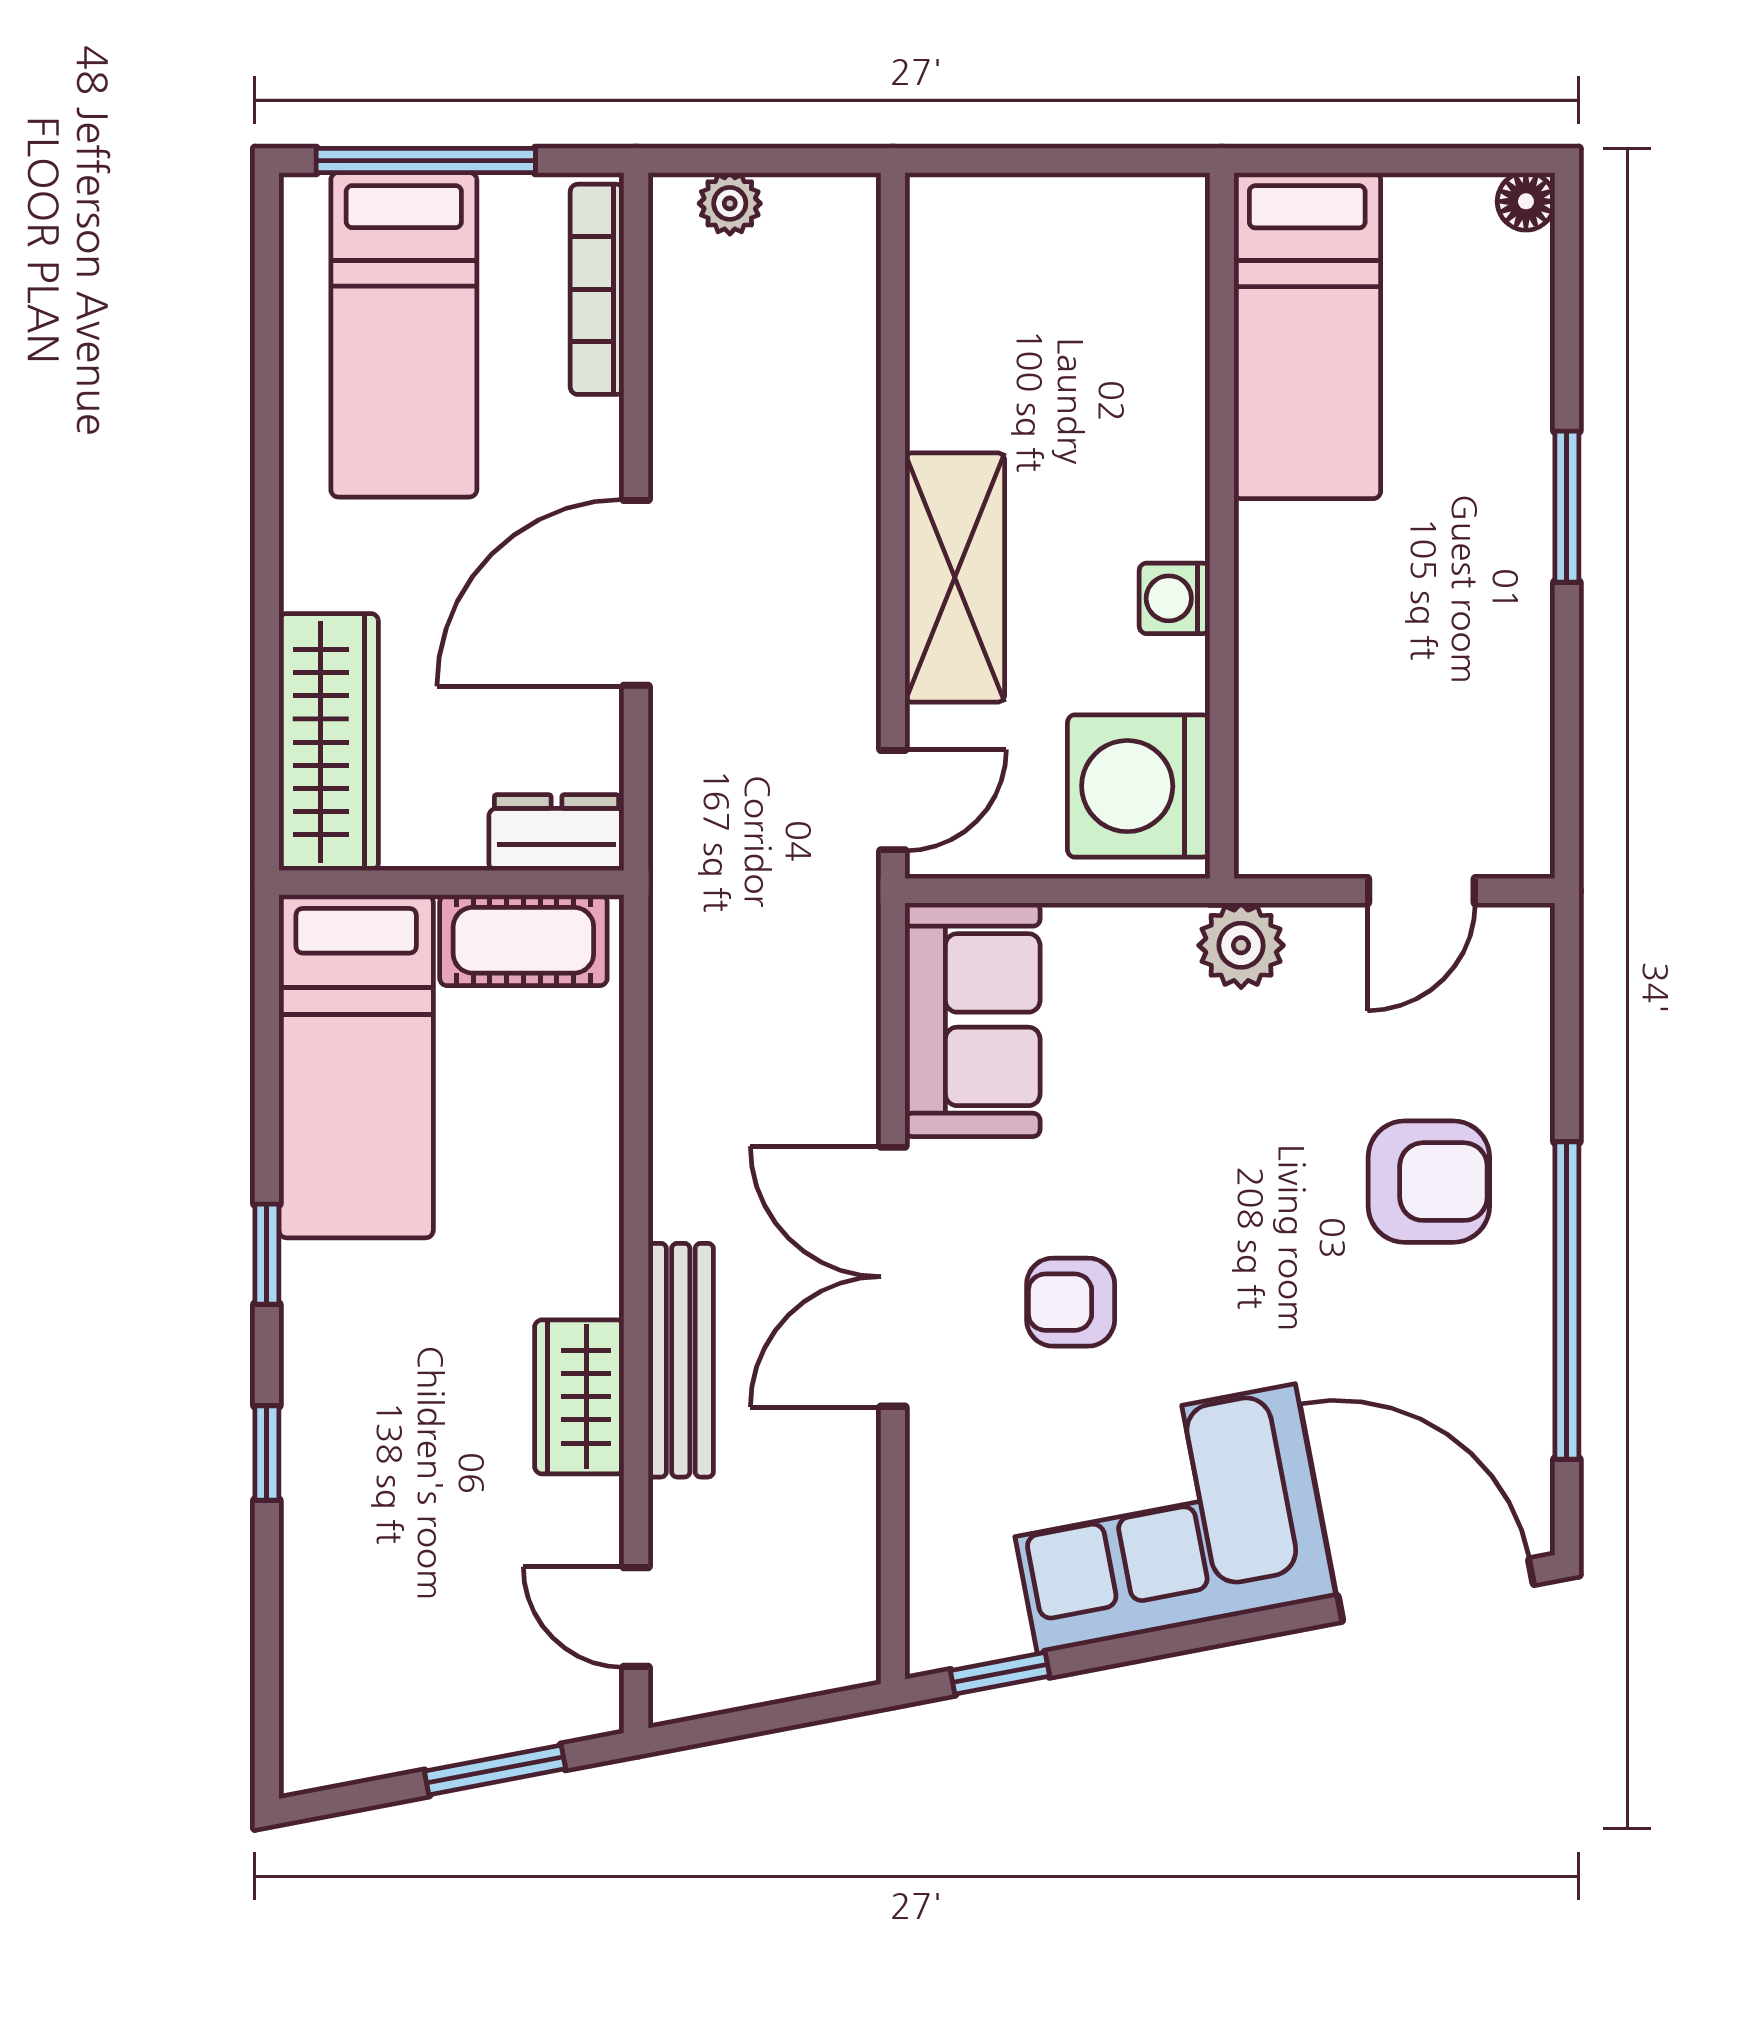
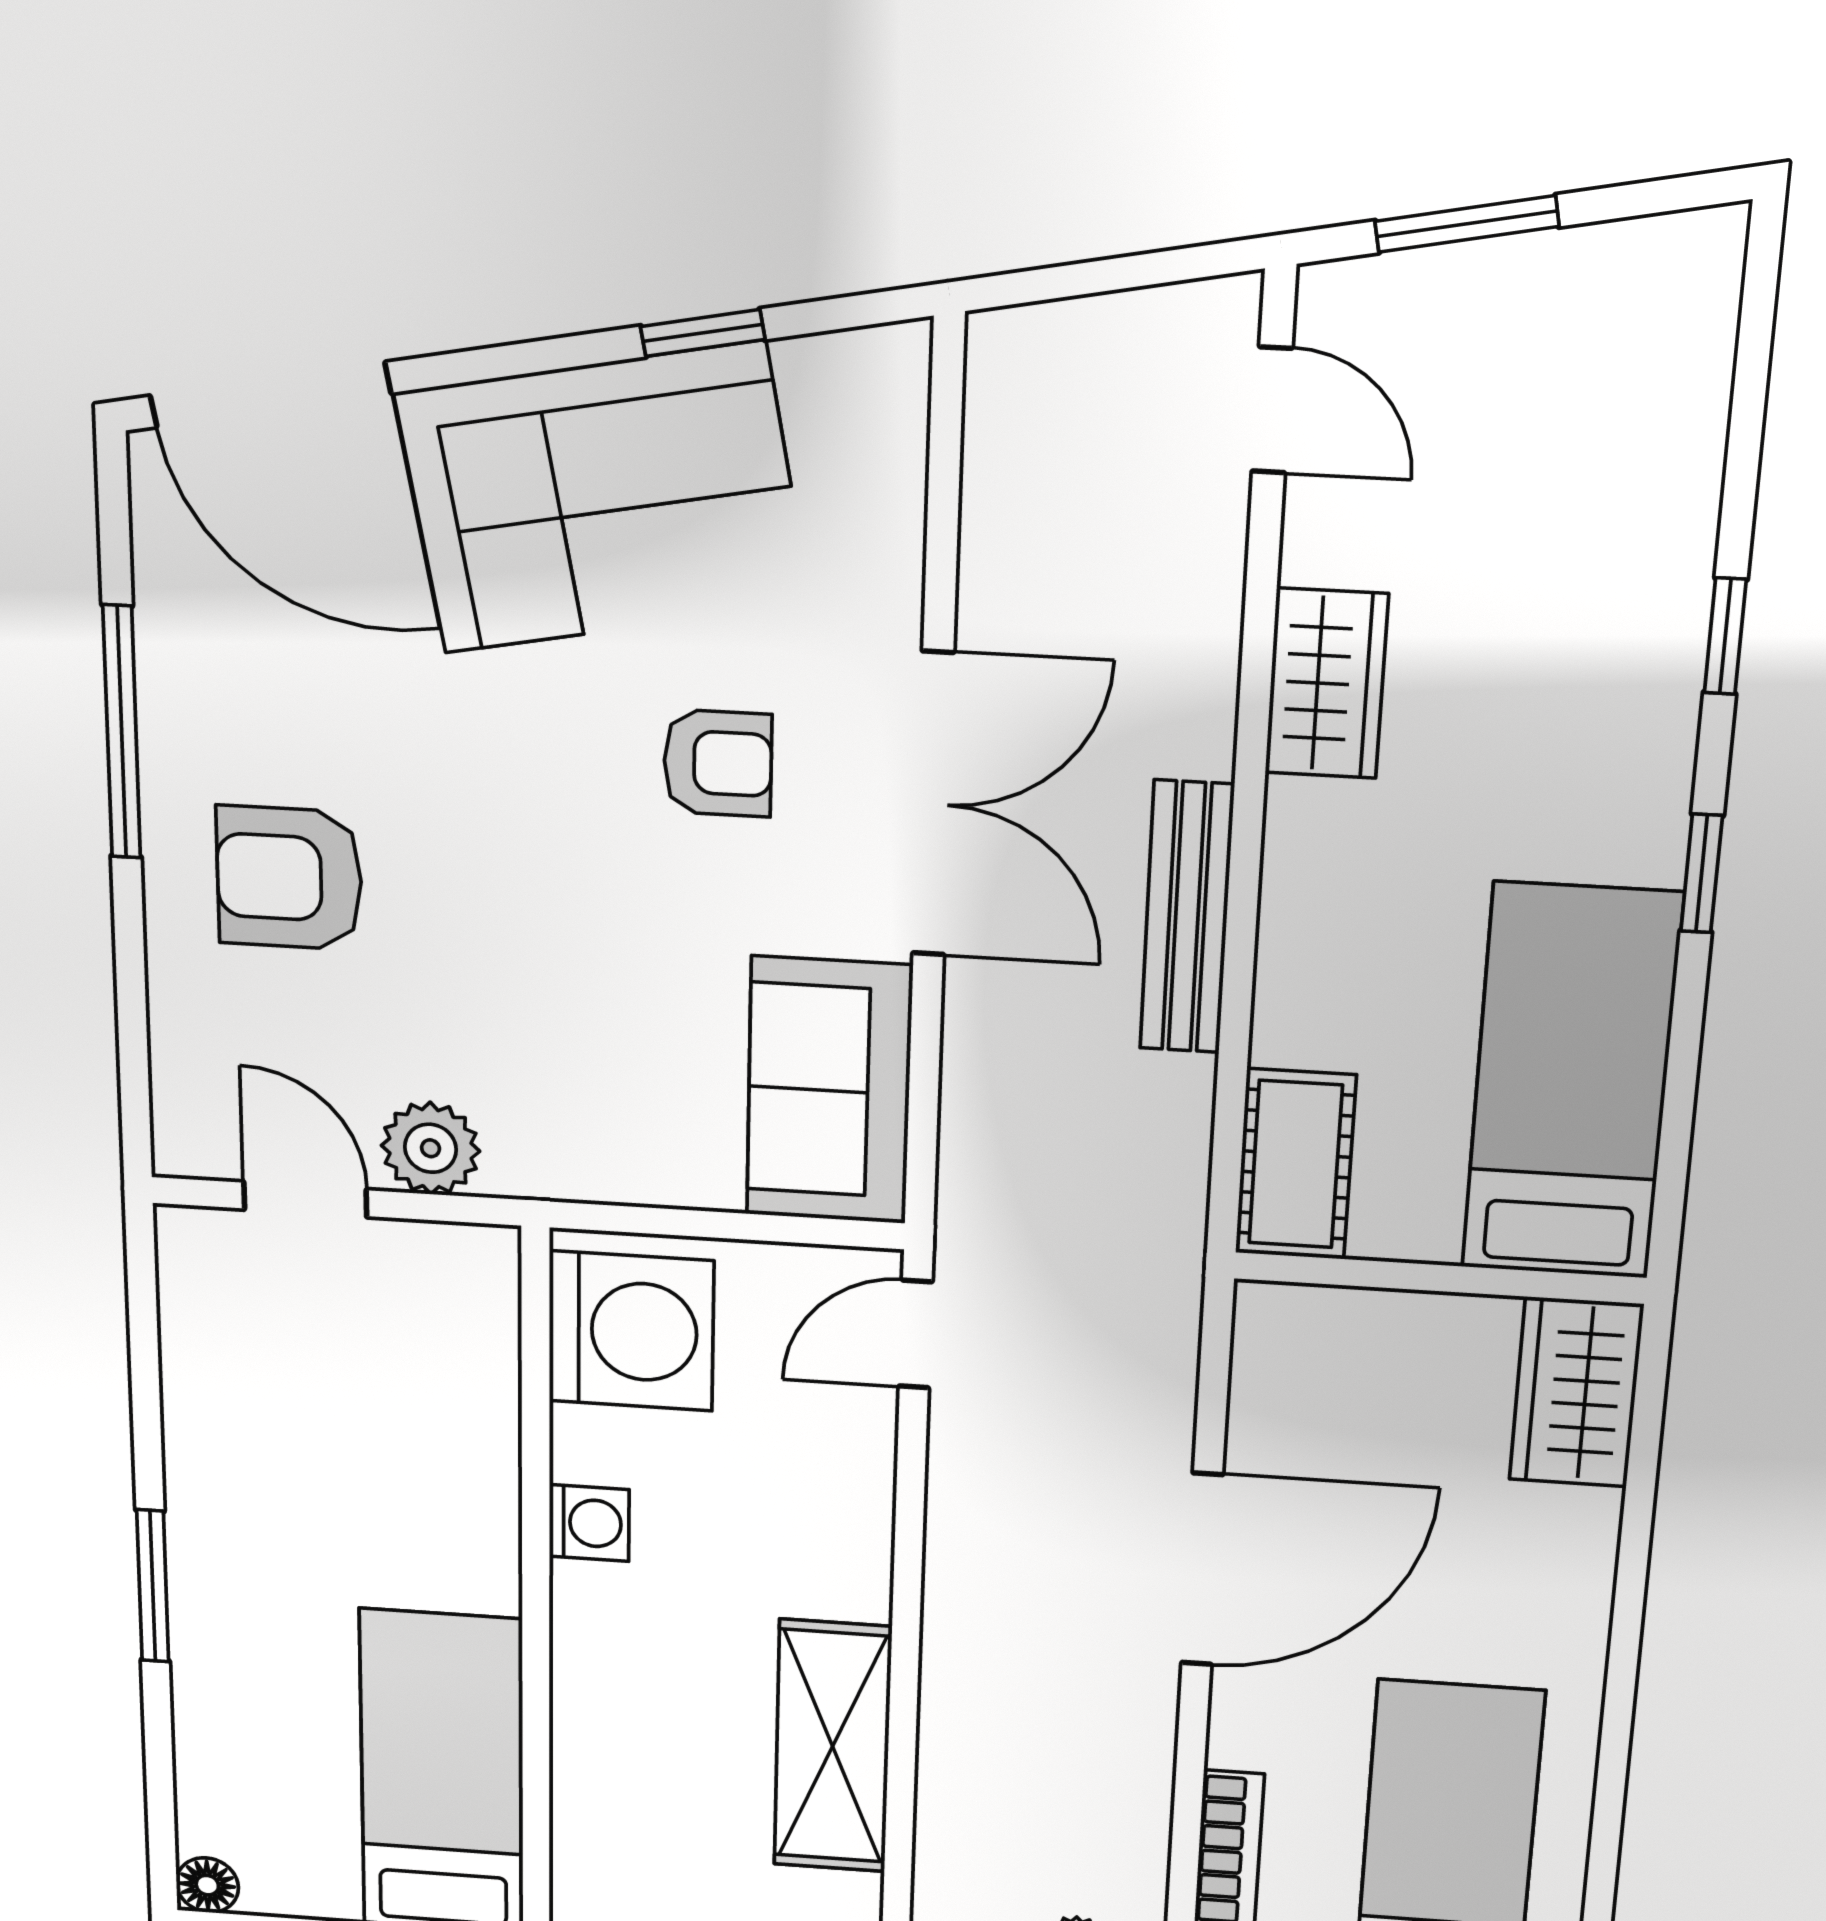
shelving: (955, 578) -> (832, 1746), moved
wardrobe: (329, 742) -> (1576, 1392), width x0.67
dresser: (556, 833) -> (1311, 1324), removed
door: (1421, 891) -> (305, 1199), hinge flipped
cot: (523, 940) -> (1296, 1164), moved, turned 90
plant: (1241, 945) -> (431, 1148), moved
window: (1567, 1301) -> (122, 732), width x0.68
bench: (681, 1360) -> (1187, 917), moved
window: (1000, 1673) -> (703, 333), moved

